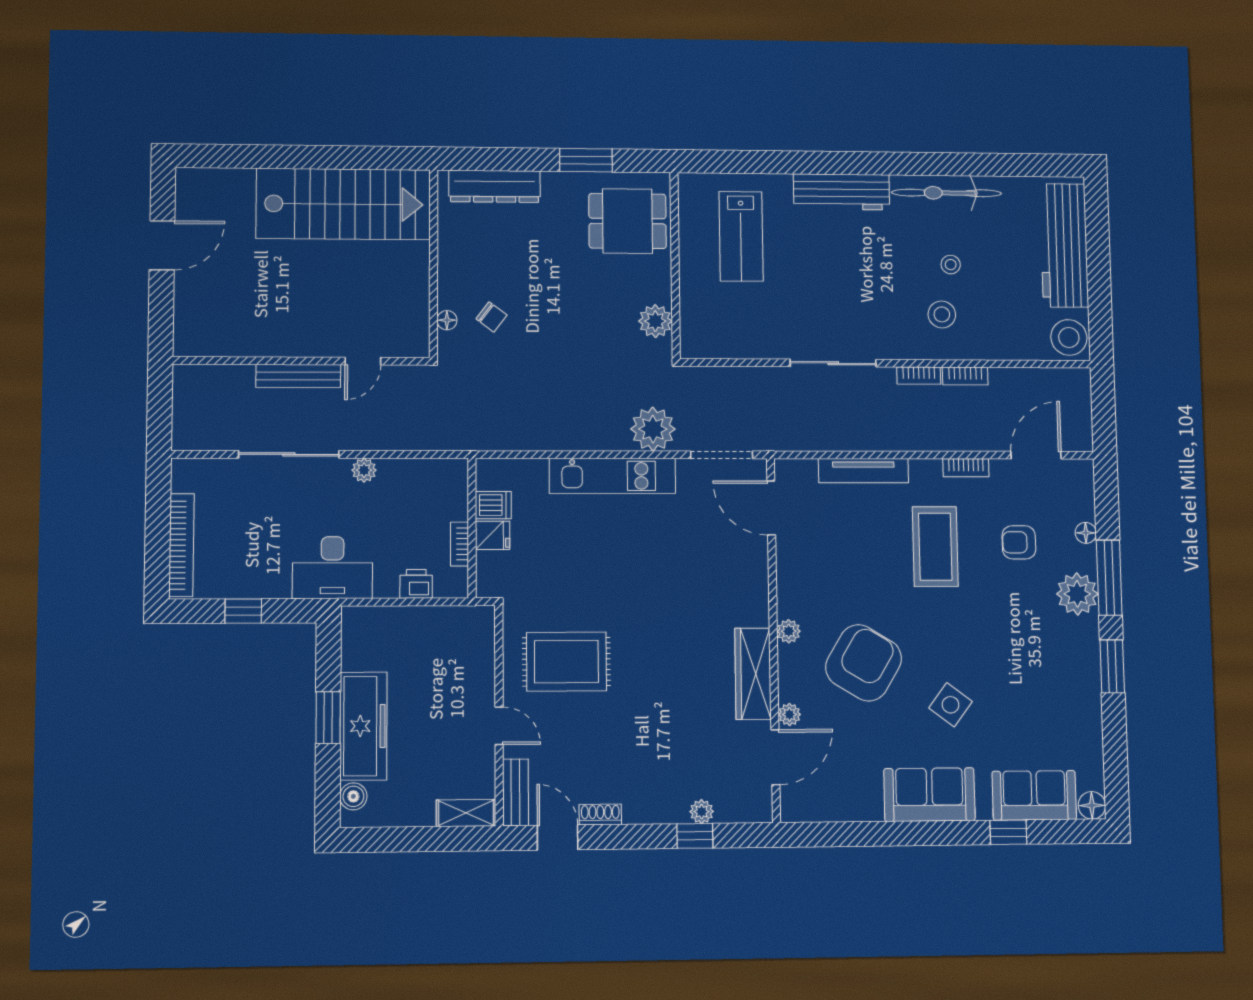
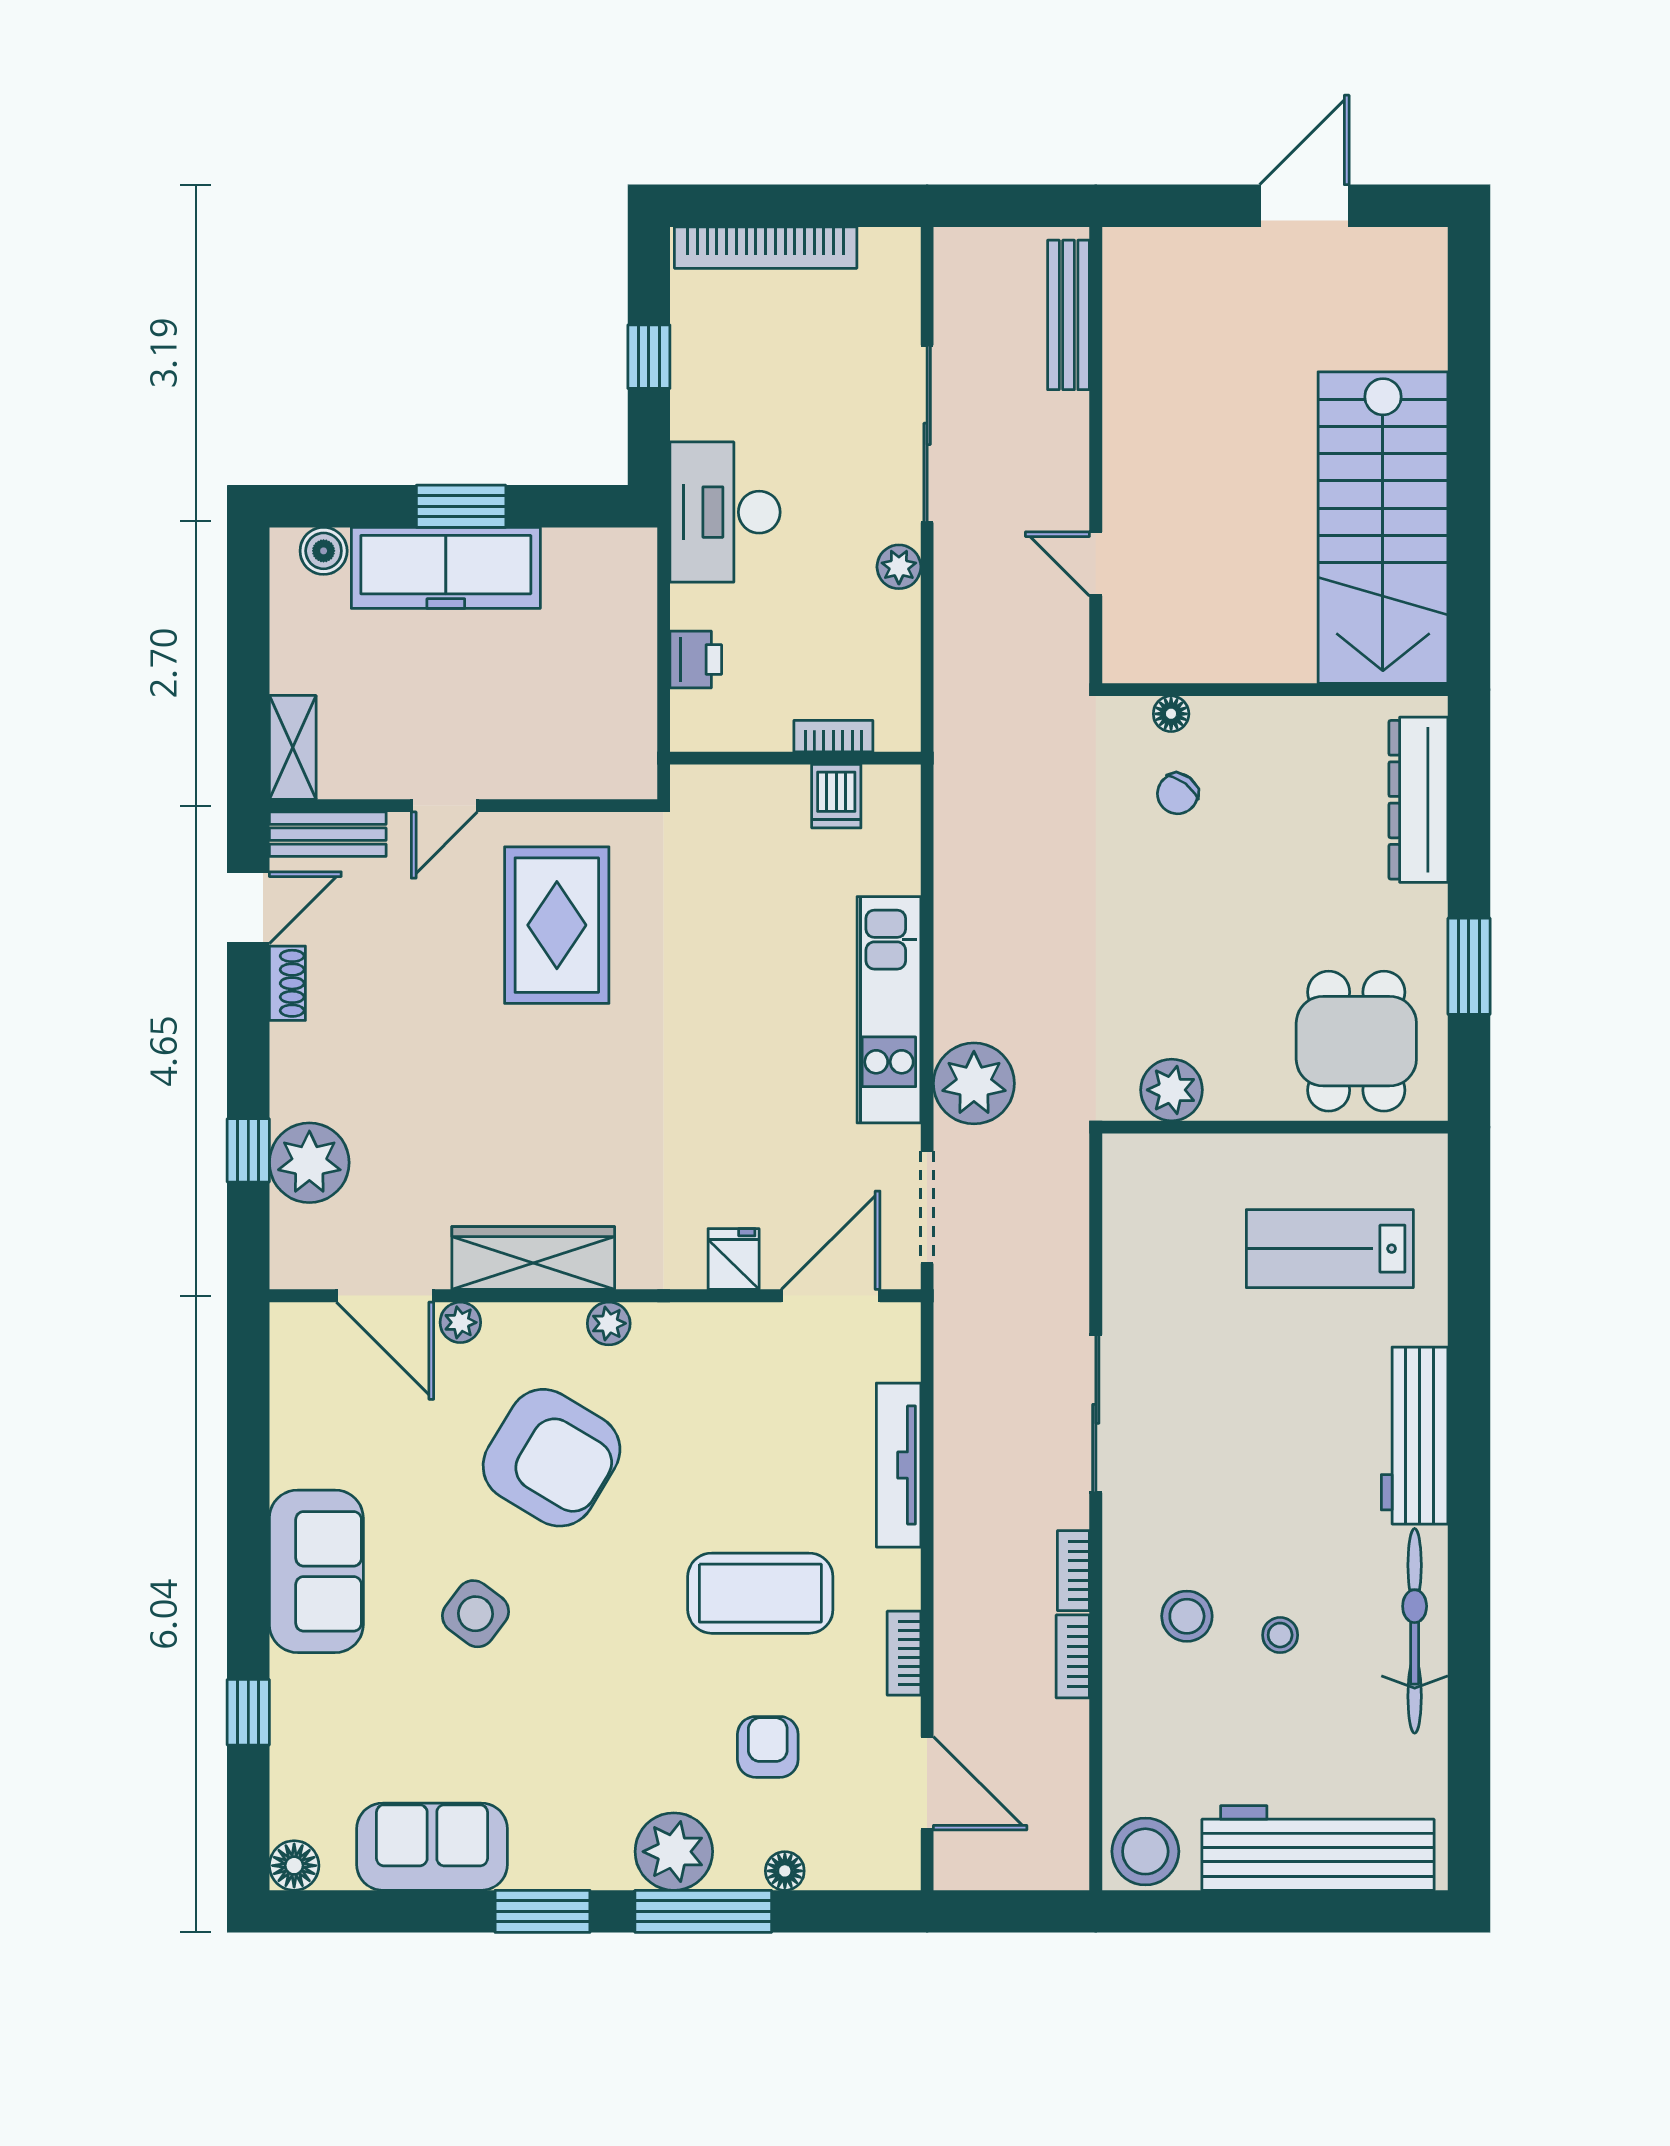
door: (162, 245) -> (1304, 206), swing flipped
bench: (298, 376) -> (1069, 315), moved
fridge: (493, 535) -> (734, 1259), moved, turned 180
bookcase: (459, 544) -> (833, 736), moved
sofa: (1034, 795) -> (432, 1847), moved, turned -90
plant: (702, 812) -> (309, 1163), width x1.88, depth x1.88

